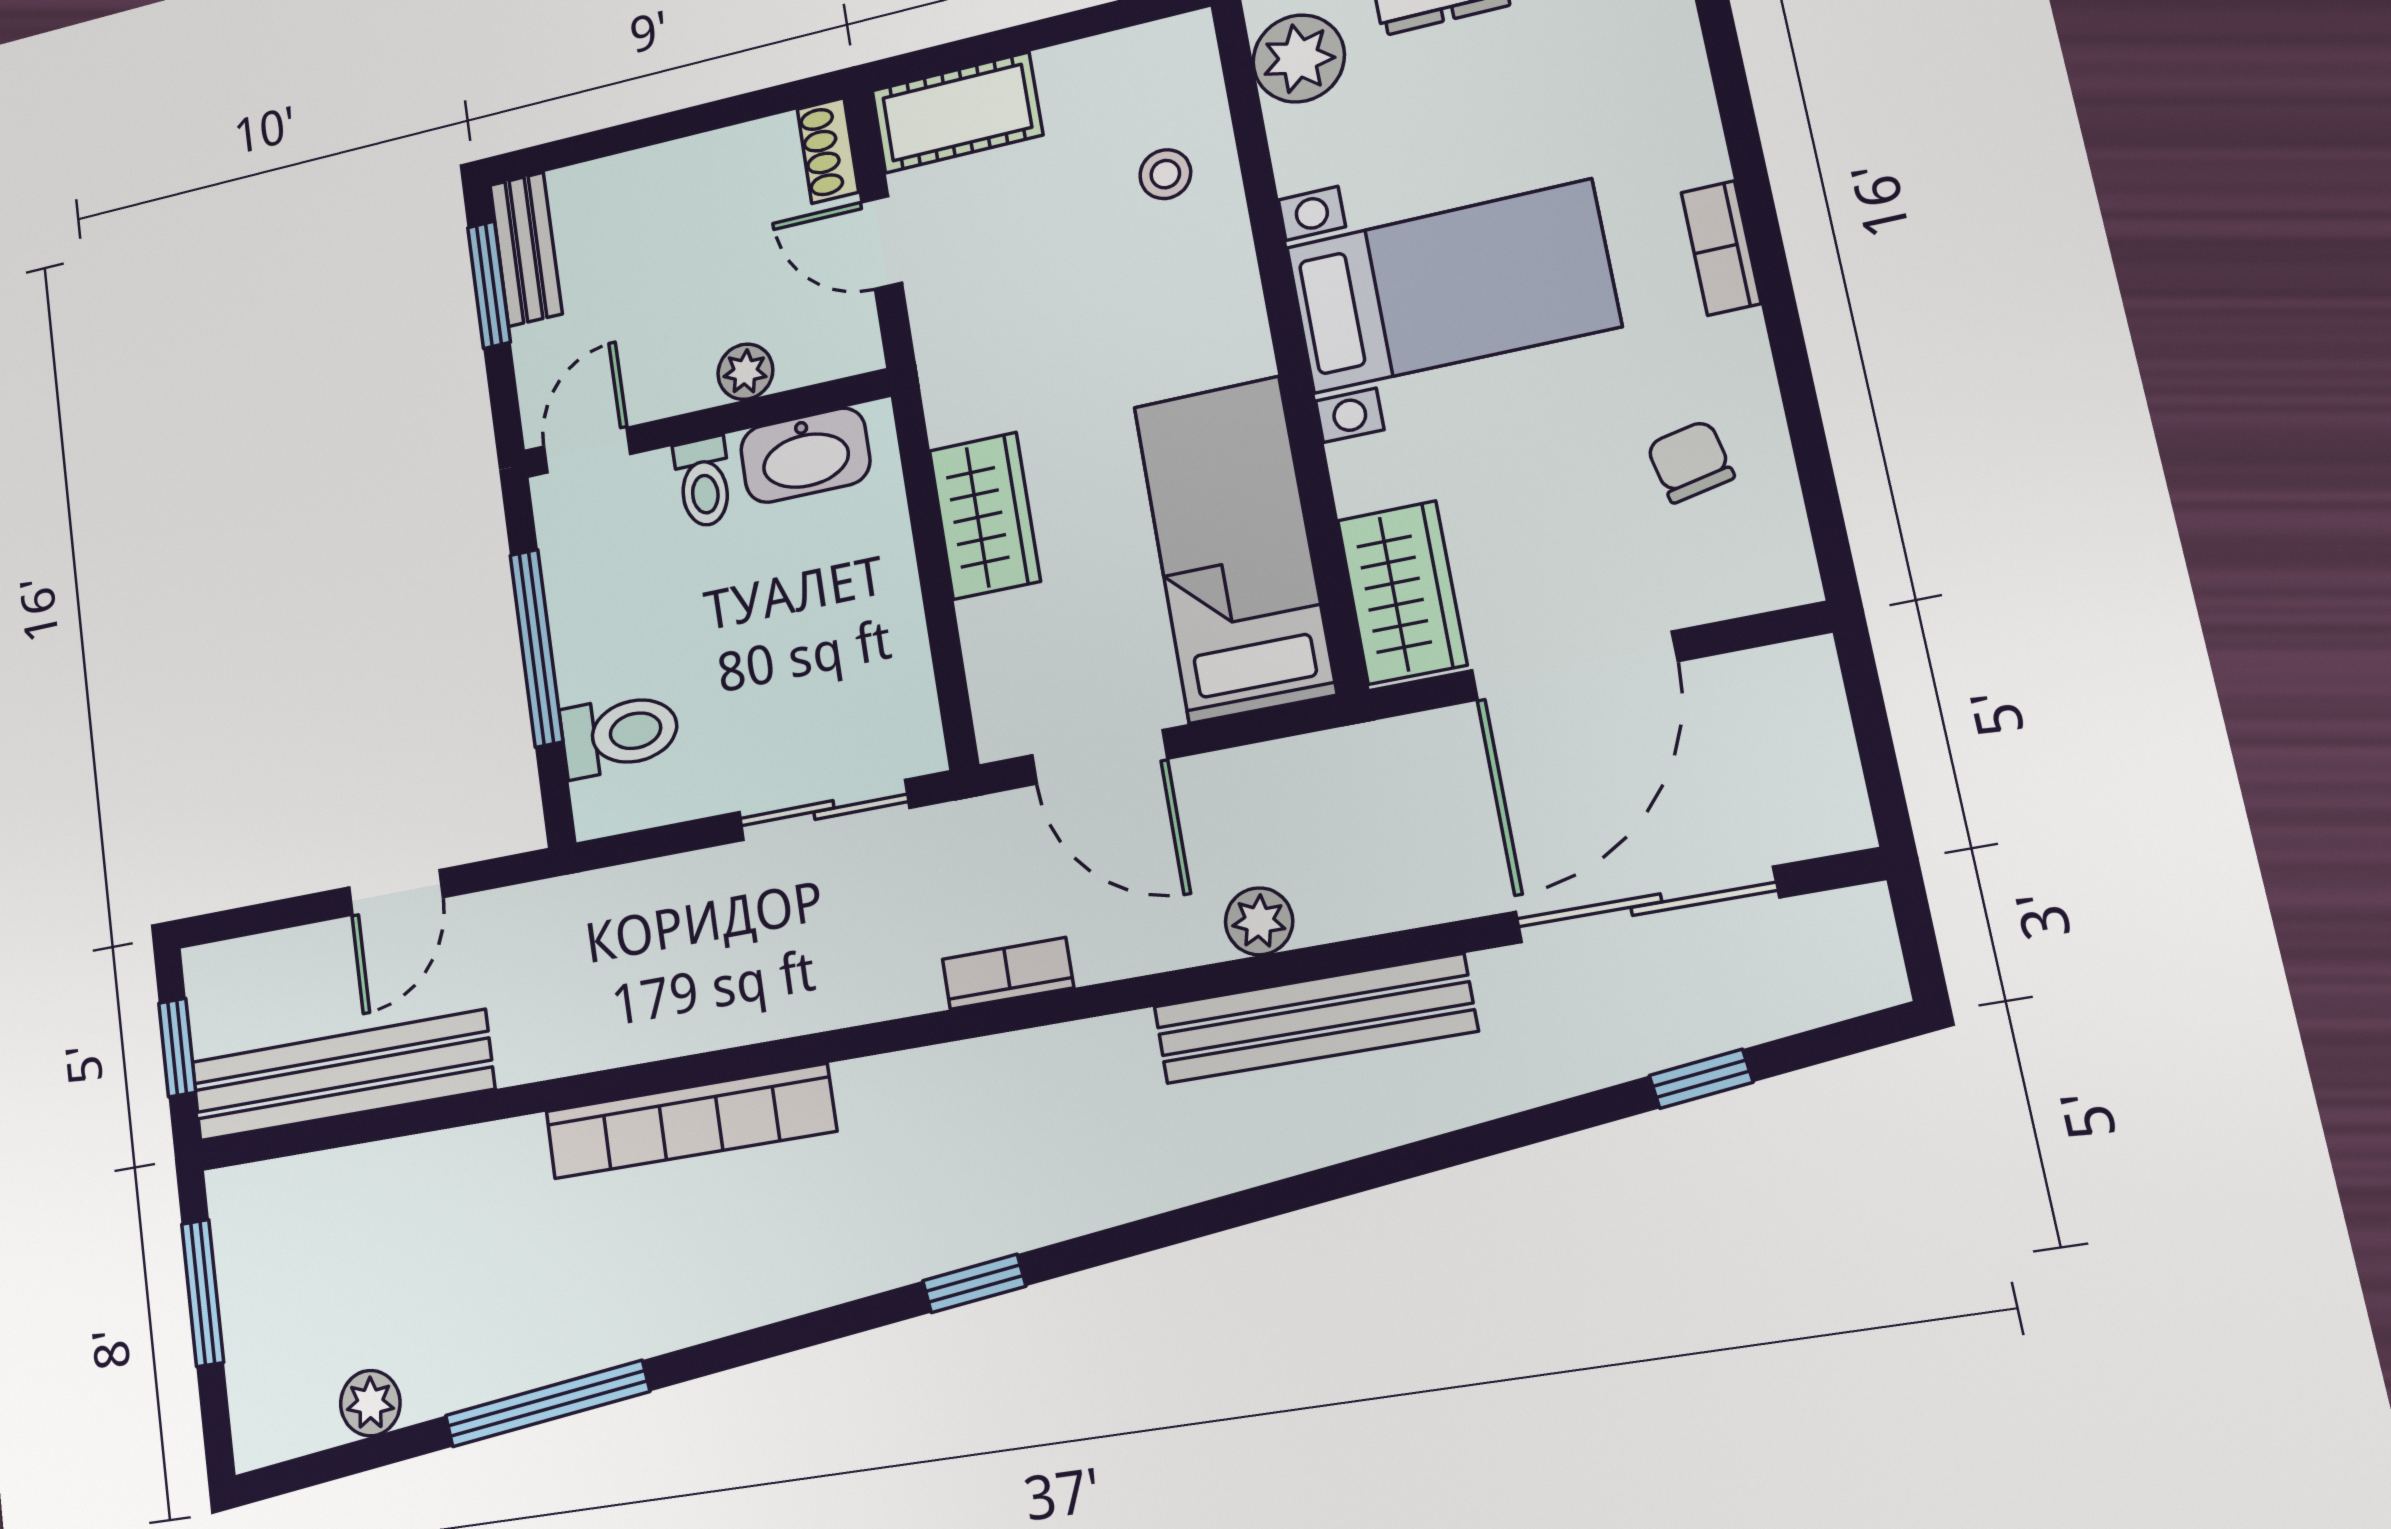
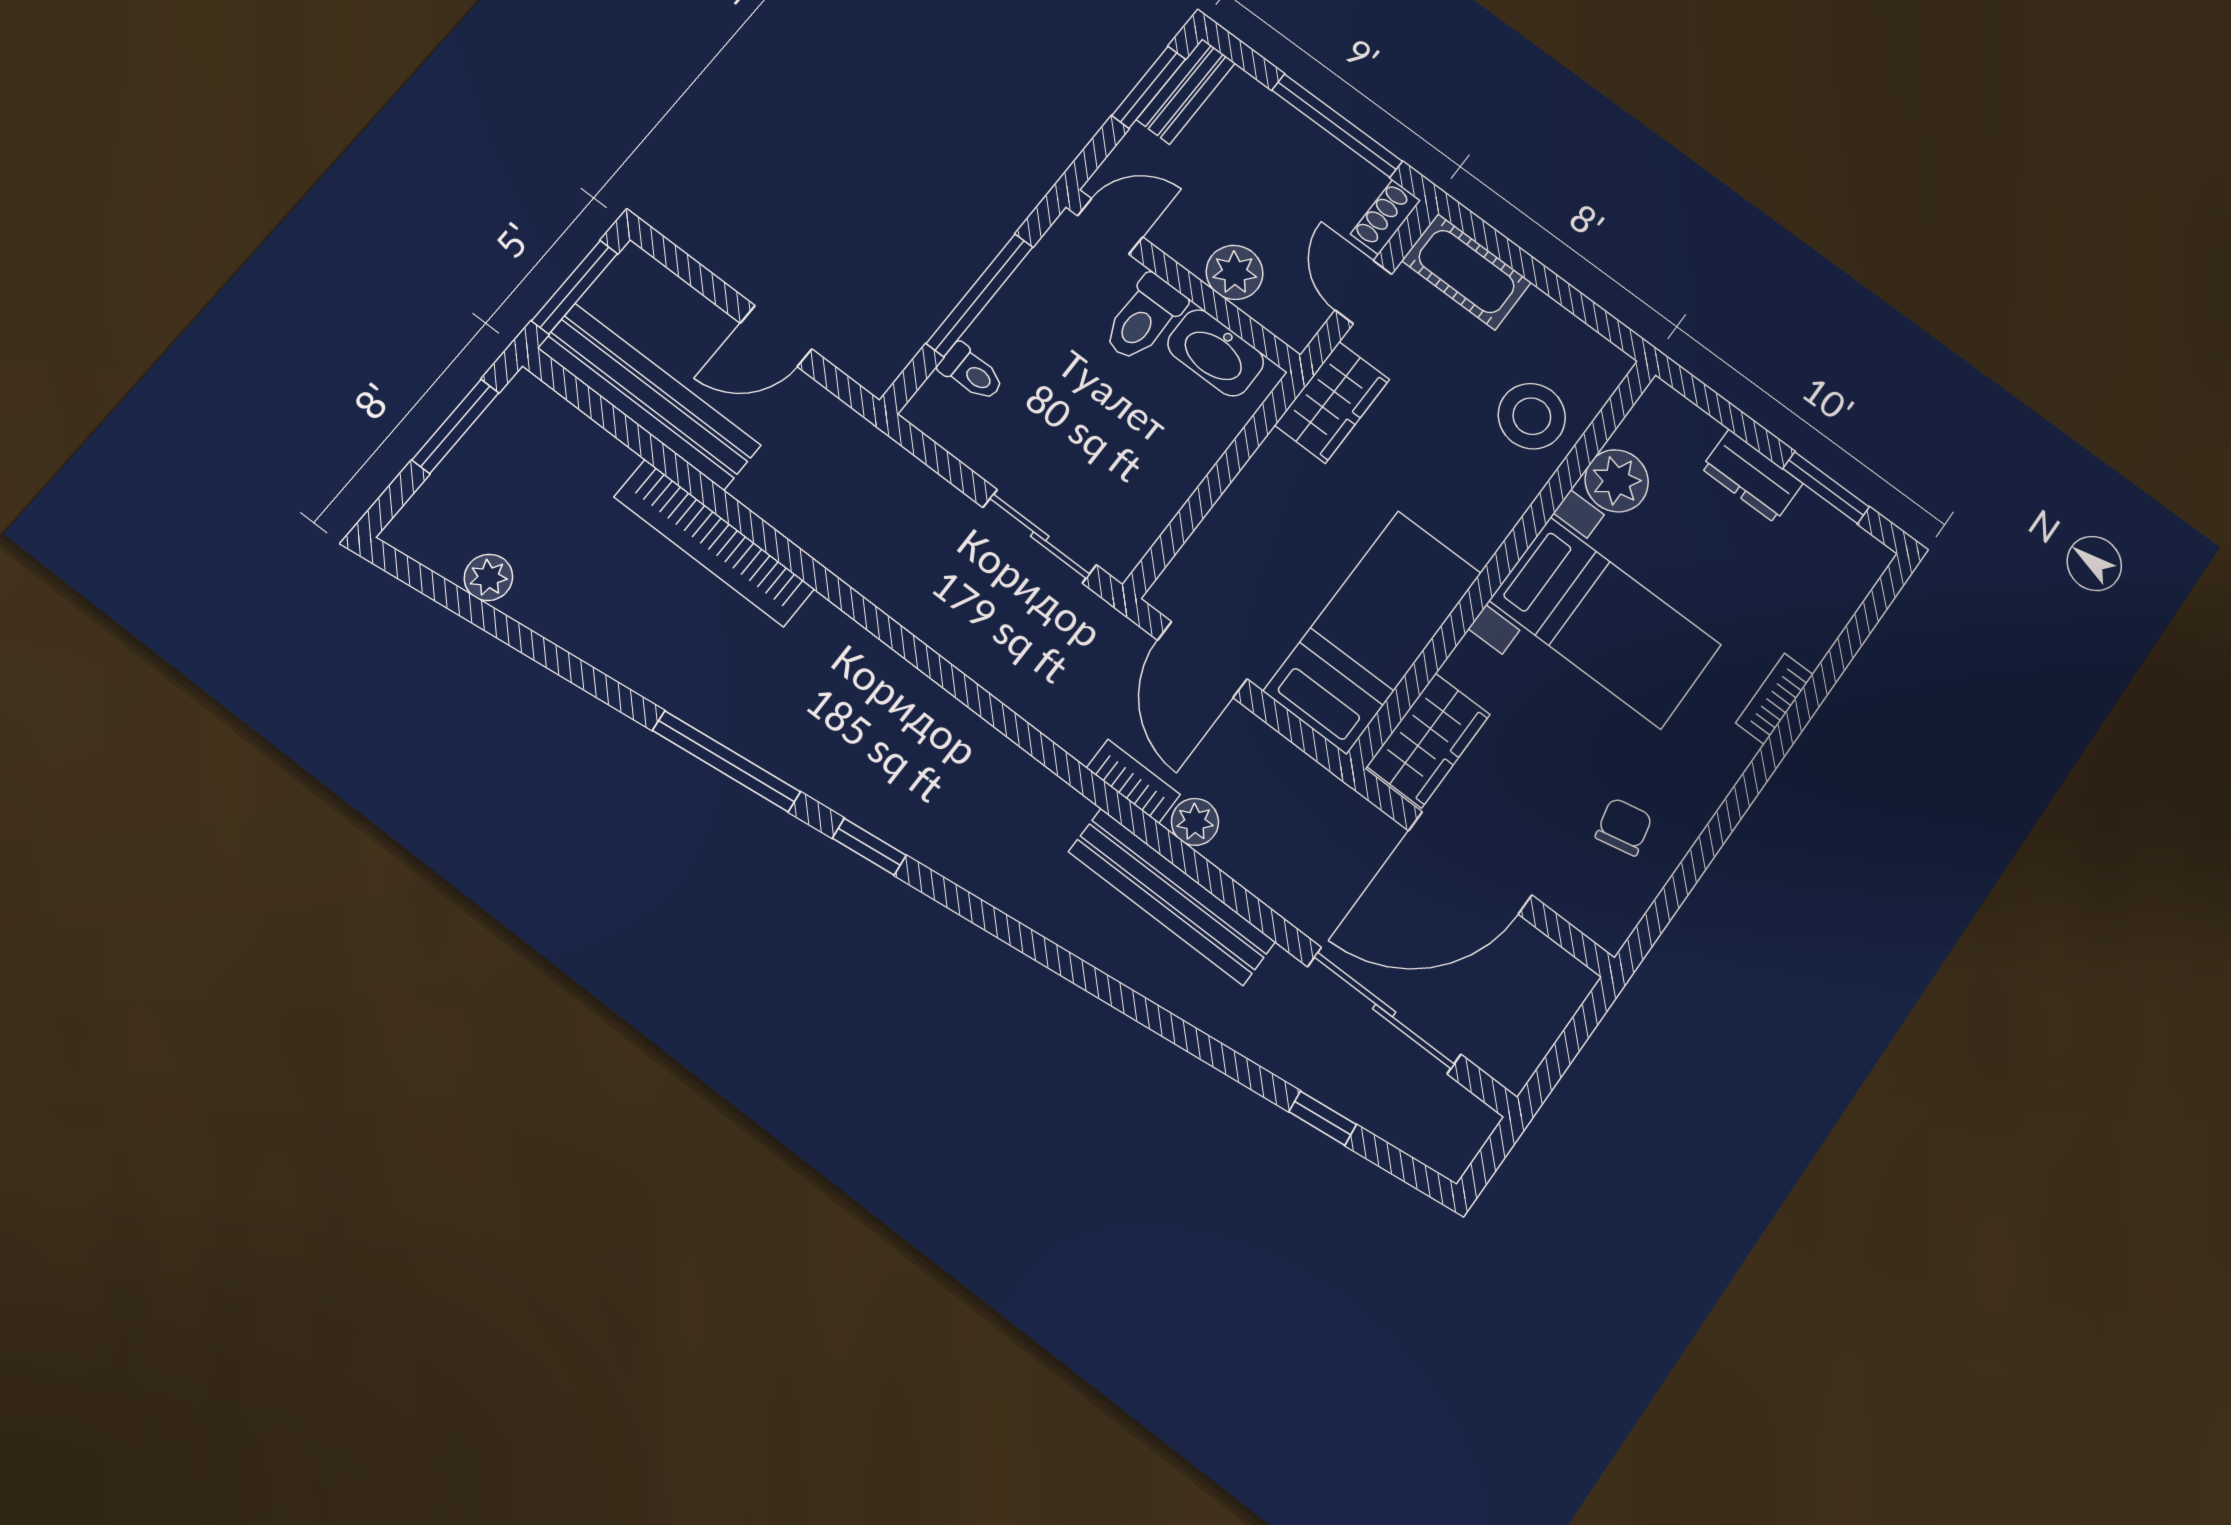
plant: (1299, 58) -> (1617, 481), moved
window: (694, 120) -> (1337, 126), added
stool: (1165, 174) -> (1532, 416), width x1.89, depth x1.89
bookcase: (1721, 248) -> (1774, 699), moved
plant: (745, 372) -> (1235, 272), width x1.38, depth x1.38
toilet: (704, 482) -> (1144, 318), width x1.37, depth x1.39
wardrobe: (985, 516) -> (1332, 402), moved
toilet: (620, 734) -> (971, 372), width x0.73, depth x0.72
bookcase: (1008, 973) -> (1133, 781), moved
window: (177, 1048) -> (575, 287), width x1.50
bookcase: (690, 1121) -> (714, 543), moved
window: (547, 1404) -> (726, 761), moved

